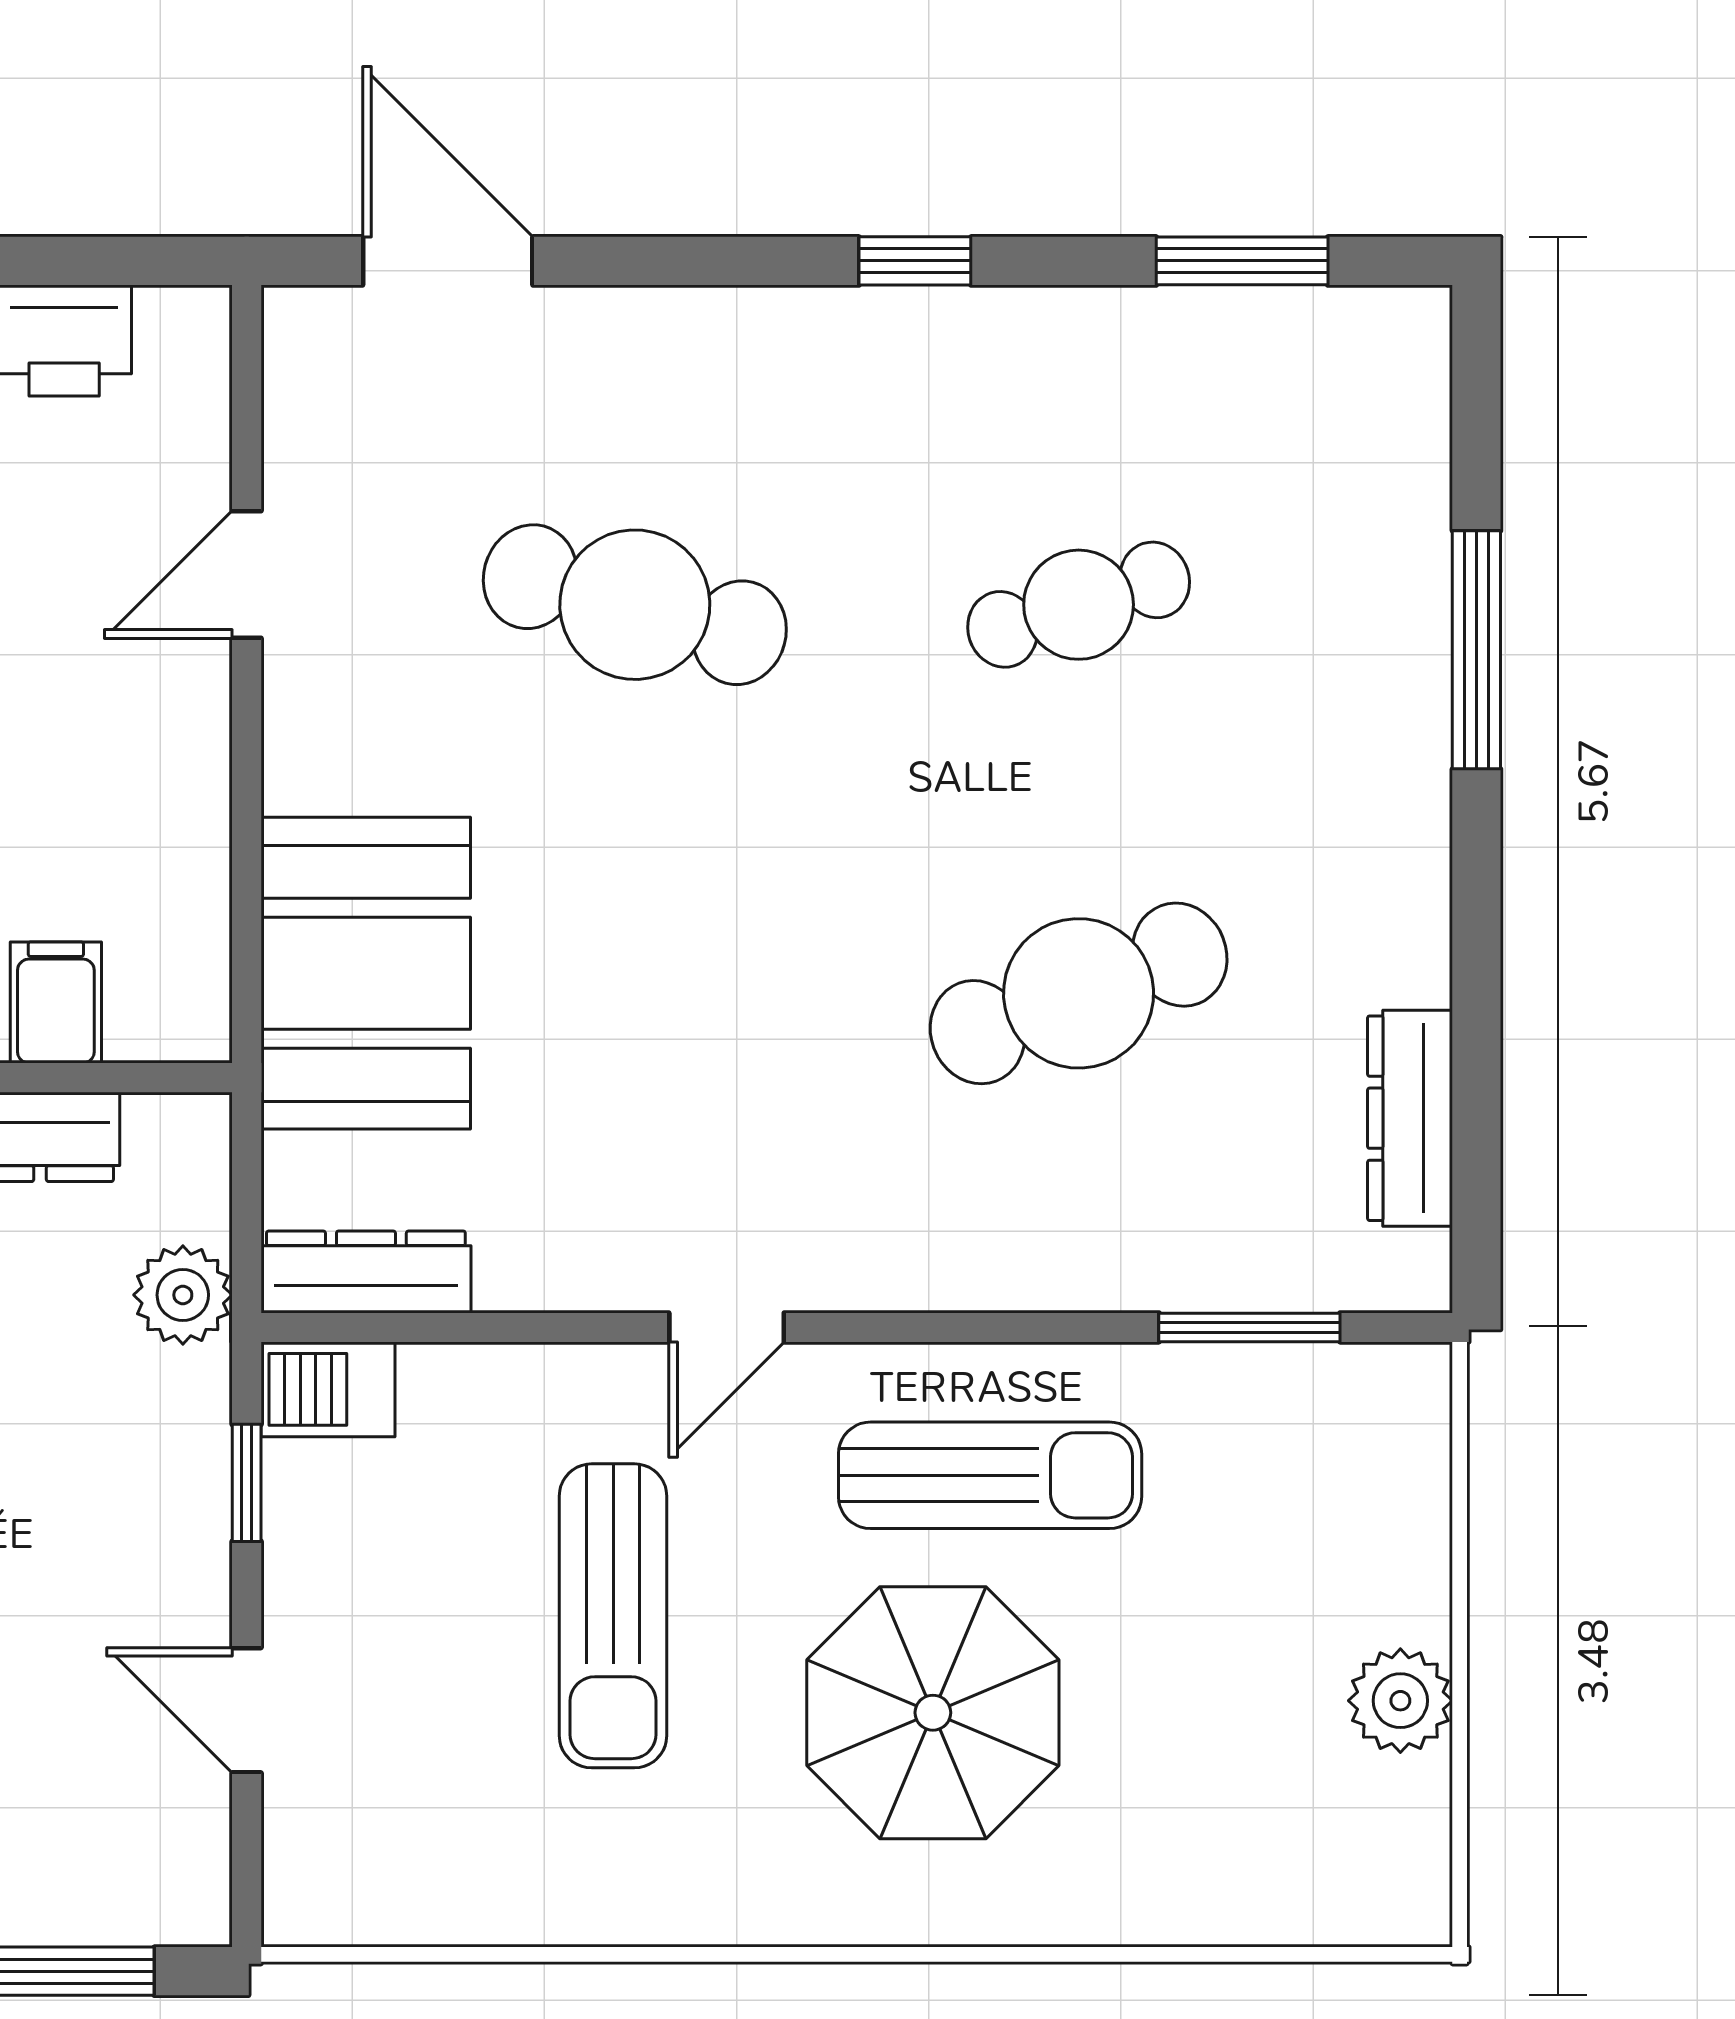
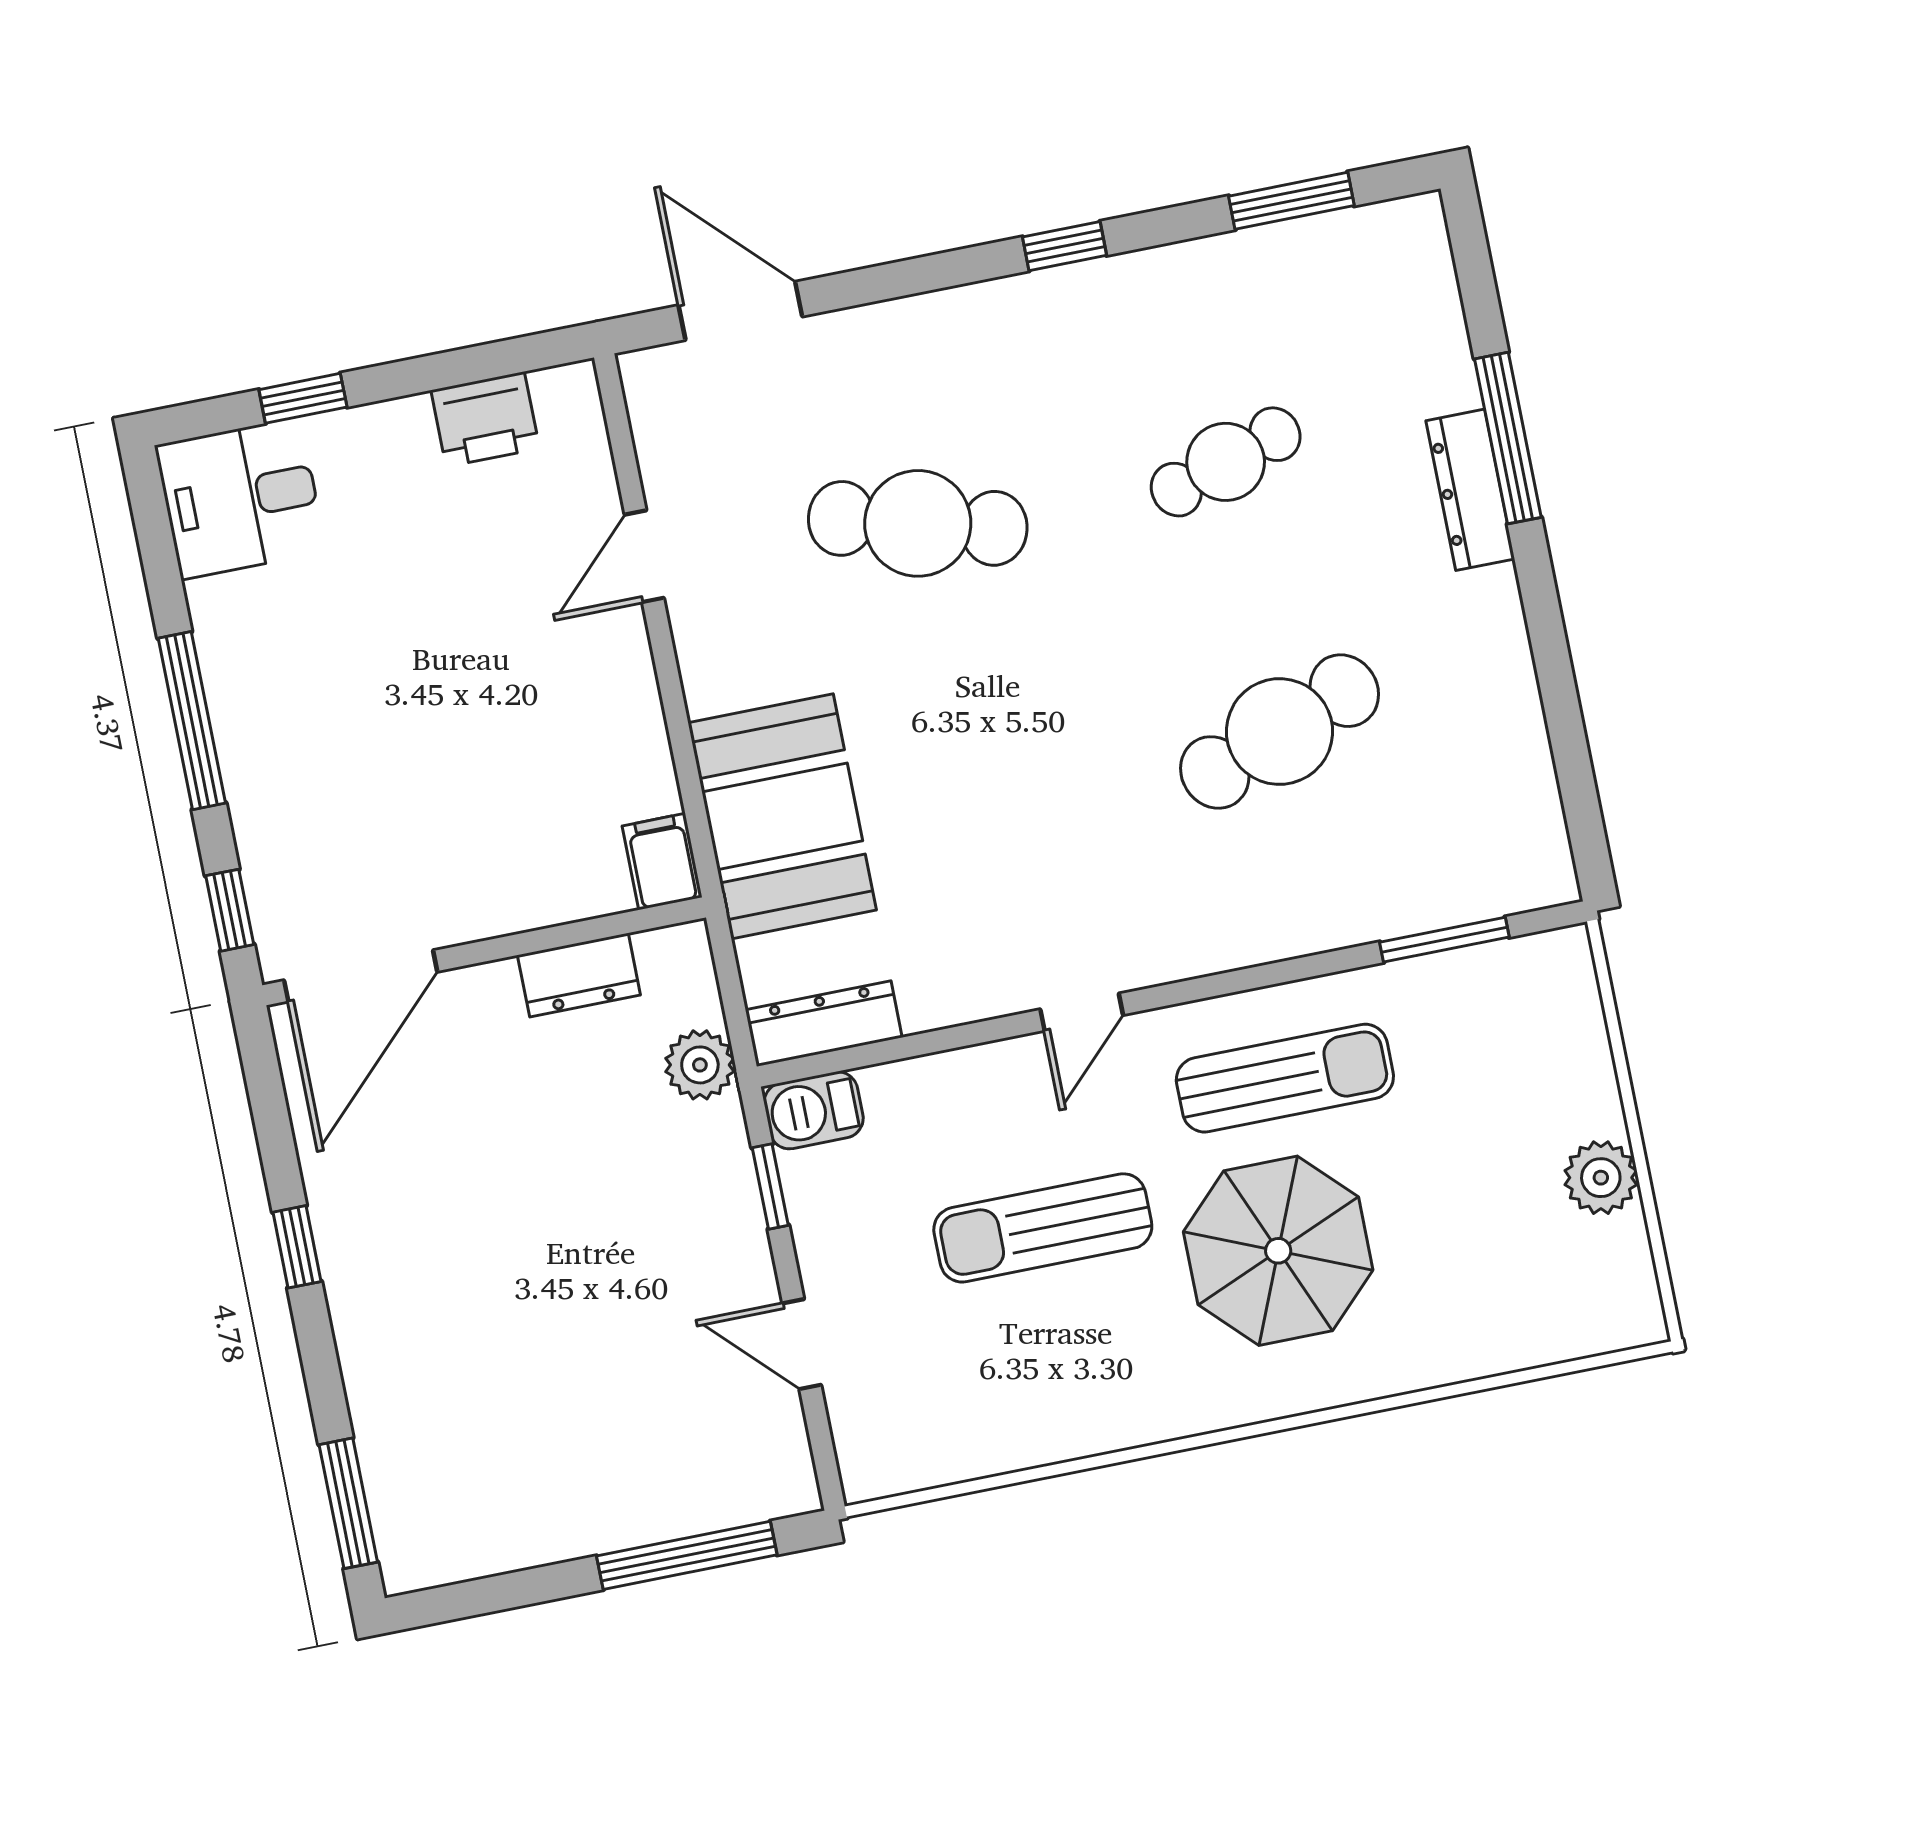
filing cabinet: (56, 1003) -> (662, 862), moved
dresser: (1410, 1118) -> (1470, 490), moved
sun lounger: (613, 1616) -> (1043, 1228), turned 90

